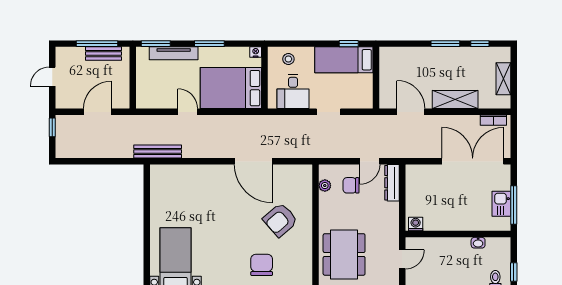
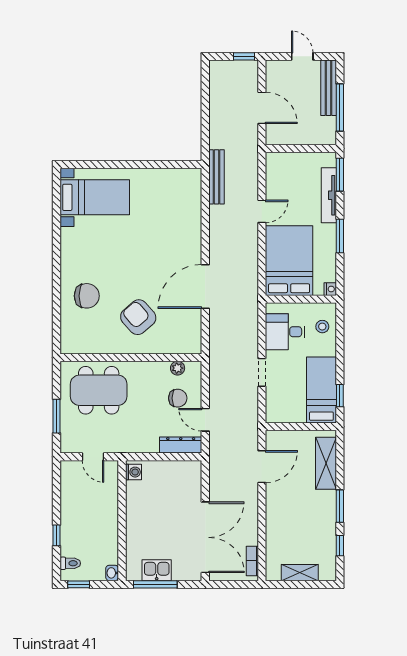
bench: (103, 54) -> (329, 88), moved, width x1.36
shelving: (455, 100) -> (326, 463), moved
chair: (351, 185) -> (178, 398), turned 90
washbasin: (478, 243) -> (112, 573), moved

